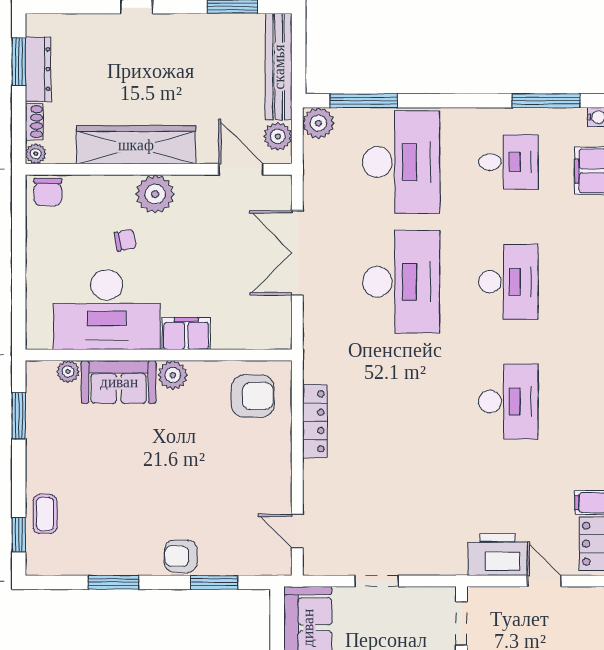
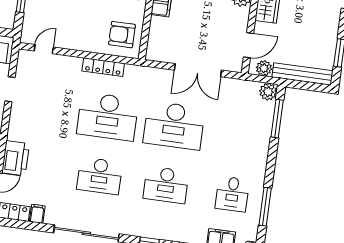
window: (546, 101) -> (265, 207), moved
desk: (401, 162) -> (108, 116), moved
double door: (297, 253) -> (198, 70), swing flipped
armchair: (253, 396) -> (122, 35), turned 90

